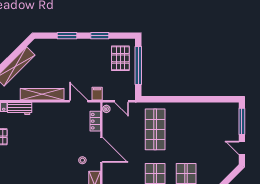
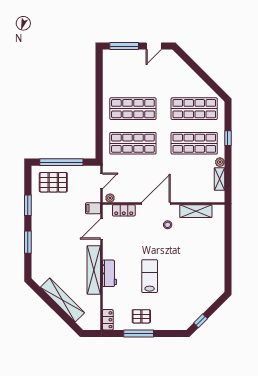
workbench: (20, 108) -> (110, 273), moved
shop shelf: (186, 129) -> (133, 109), added
lab bench: (37, 144) -> (150, 276), added

